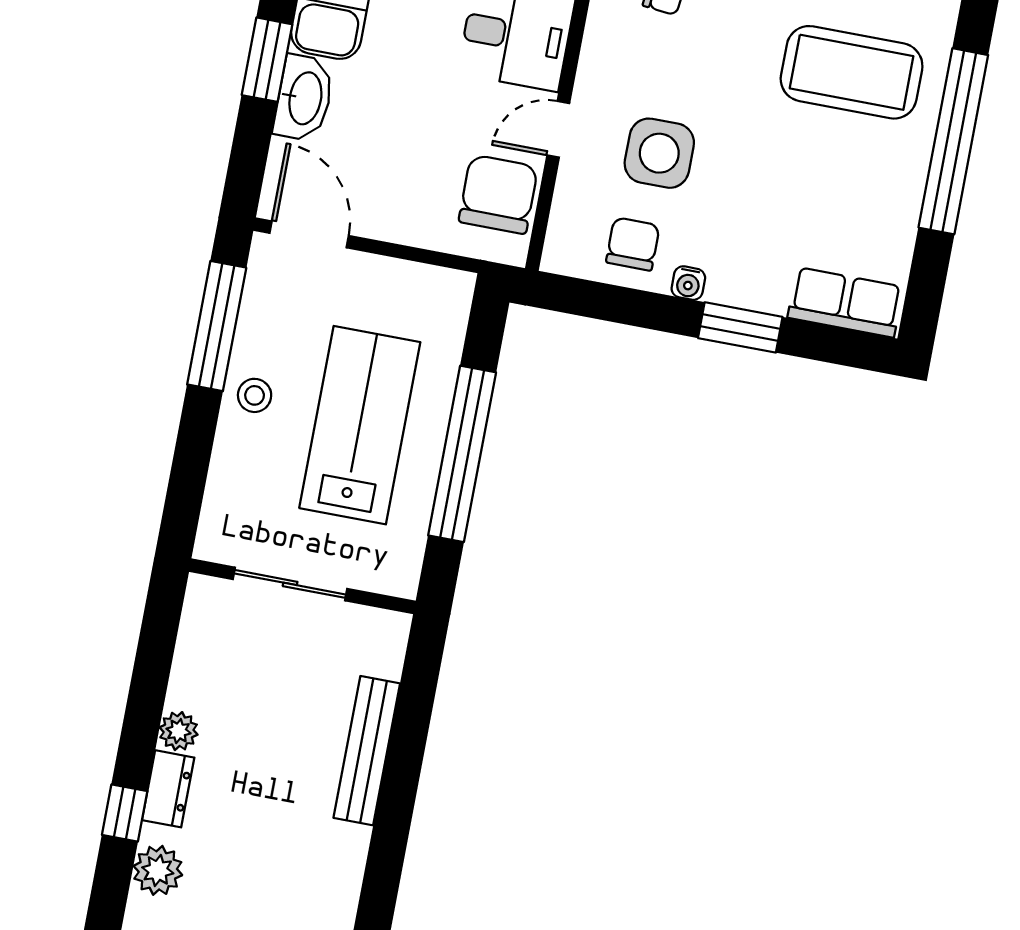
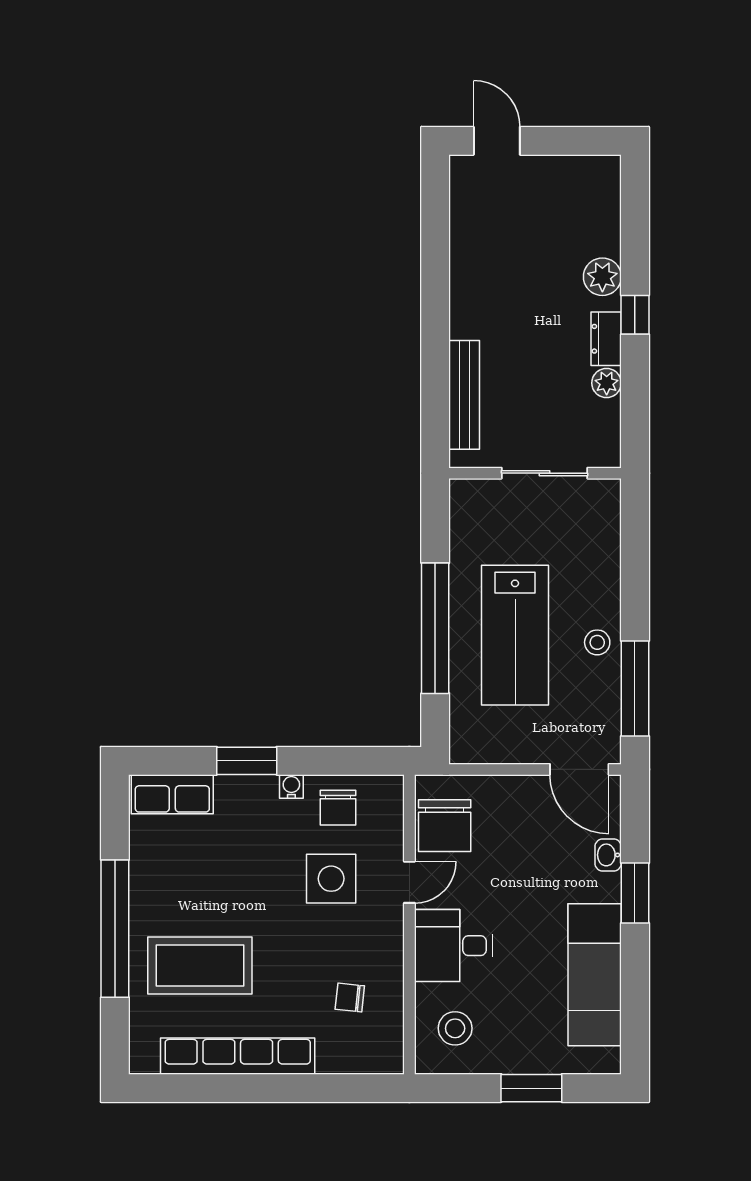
washbasin: (304, 98) -> (608, 855), width x0.52, depth x0.69
sliding door: (290, 584) -> (544, 473), moved
wall: (302, 586) -> (535, 473), moved

